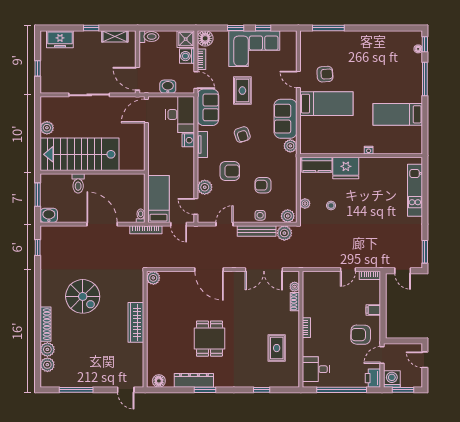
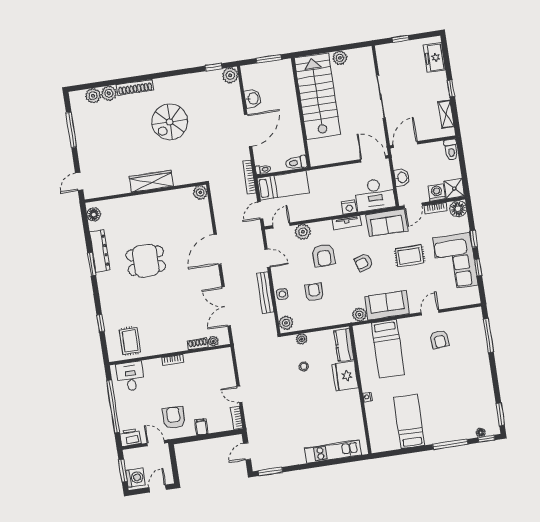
window: (404, 28) -> (500, 414), added
bed: (326, 104) -> (388, 349), moved
toilet: (78, 183) -> (296, 163), moved
washbasin: (49, 215) -> (253, 98), moved
plant: (284, 233) -> (230, 75), moved
rug: (277, 348) -> (130, 341), moved, turned 90
washing machine: (392, 379) -> (135, 478), moved

